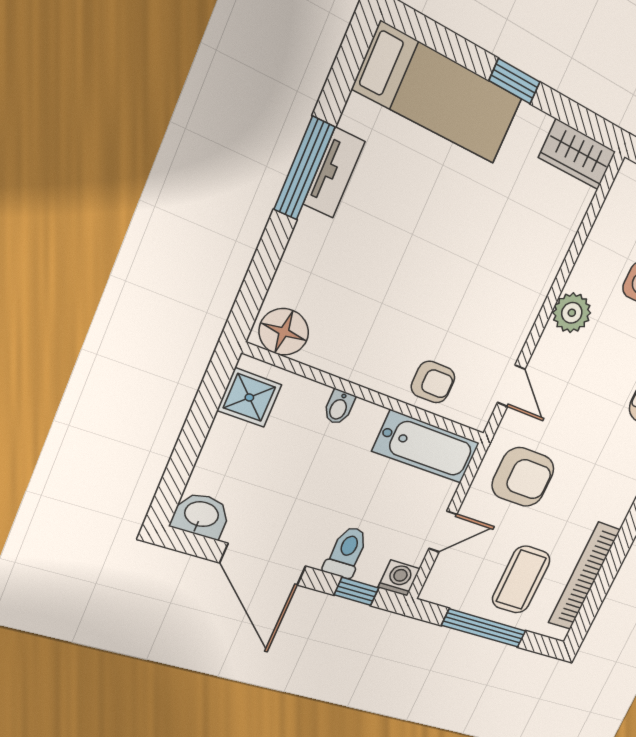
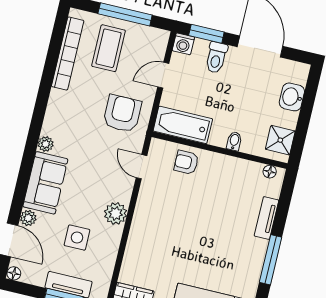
tv unit: (334, 173) -> (266, 218), moved
floor lamp: (284, 332) -> (270, 172), width x0.53, depth x0.53
armchair: (523, 477) -> (122, 114), turned 90
washbasin: (201, 515) -> (292, 97), moved, turned 90
window: (356, 591) -> (206, 34), width x1.50

